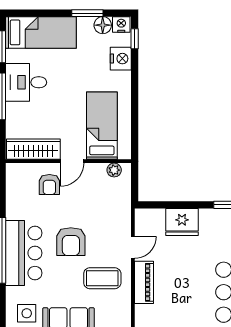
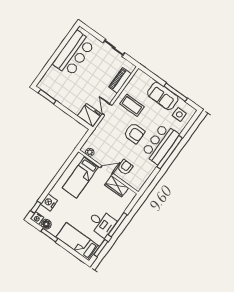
wardrobe: (33, 149) -> (117, 186), width x0.67
fridge: (182, 222) -> (89, 115), moved
armchair: (71, 242) -> (134, 133), turned 90
door: (133, 247) -> (107, 110), hinge flipped
piano: (144, 282) -> (120, 80), moved

